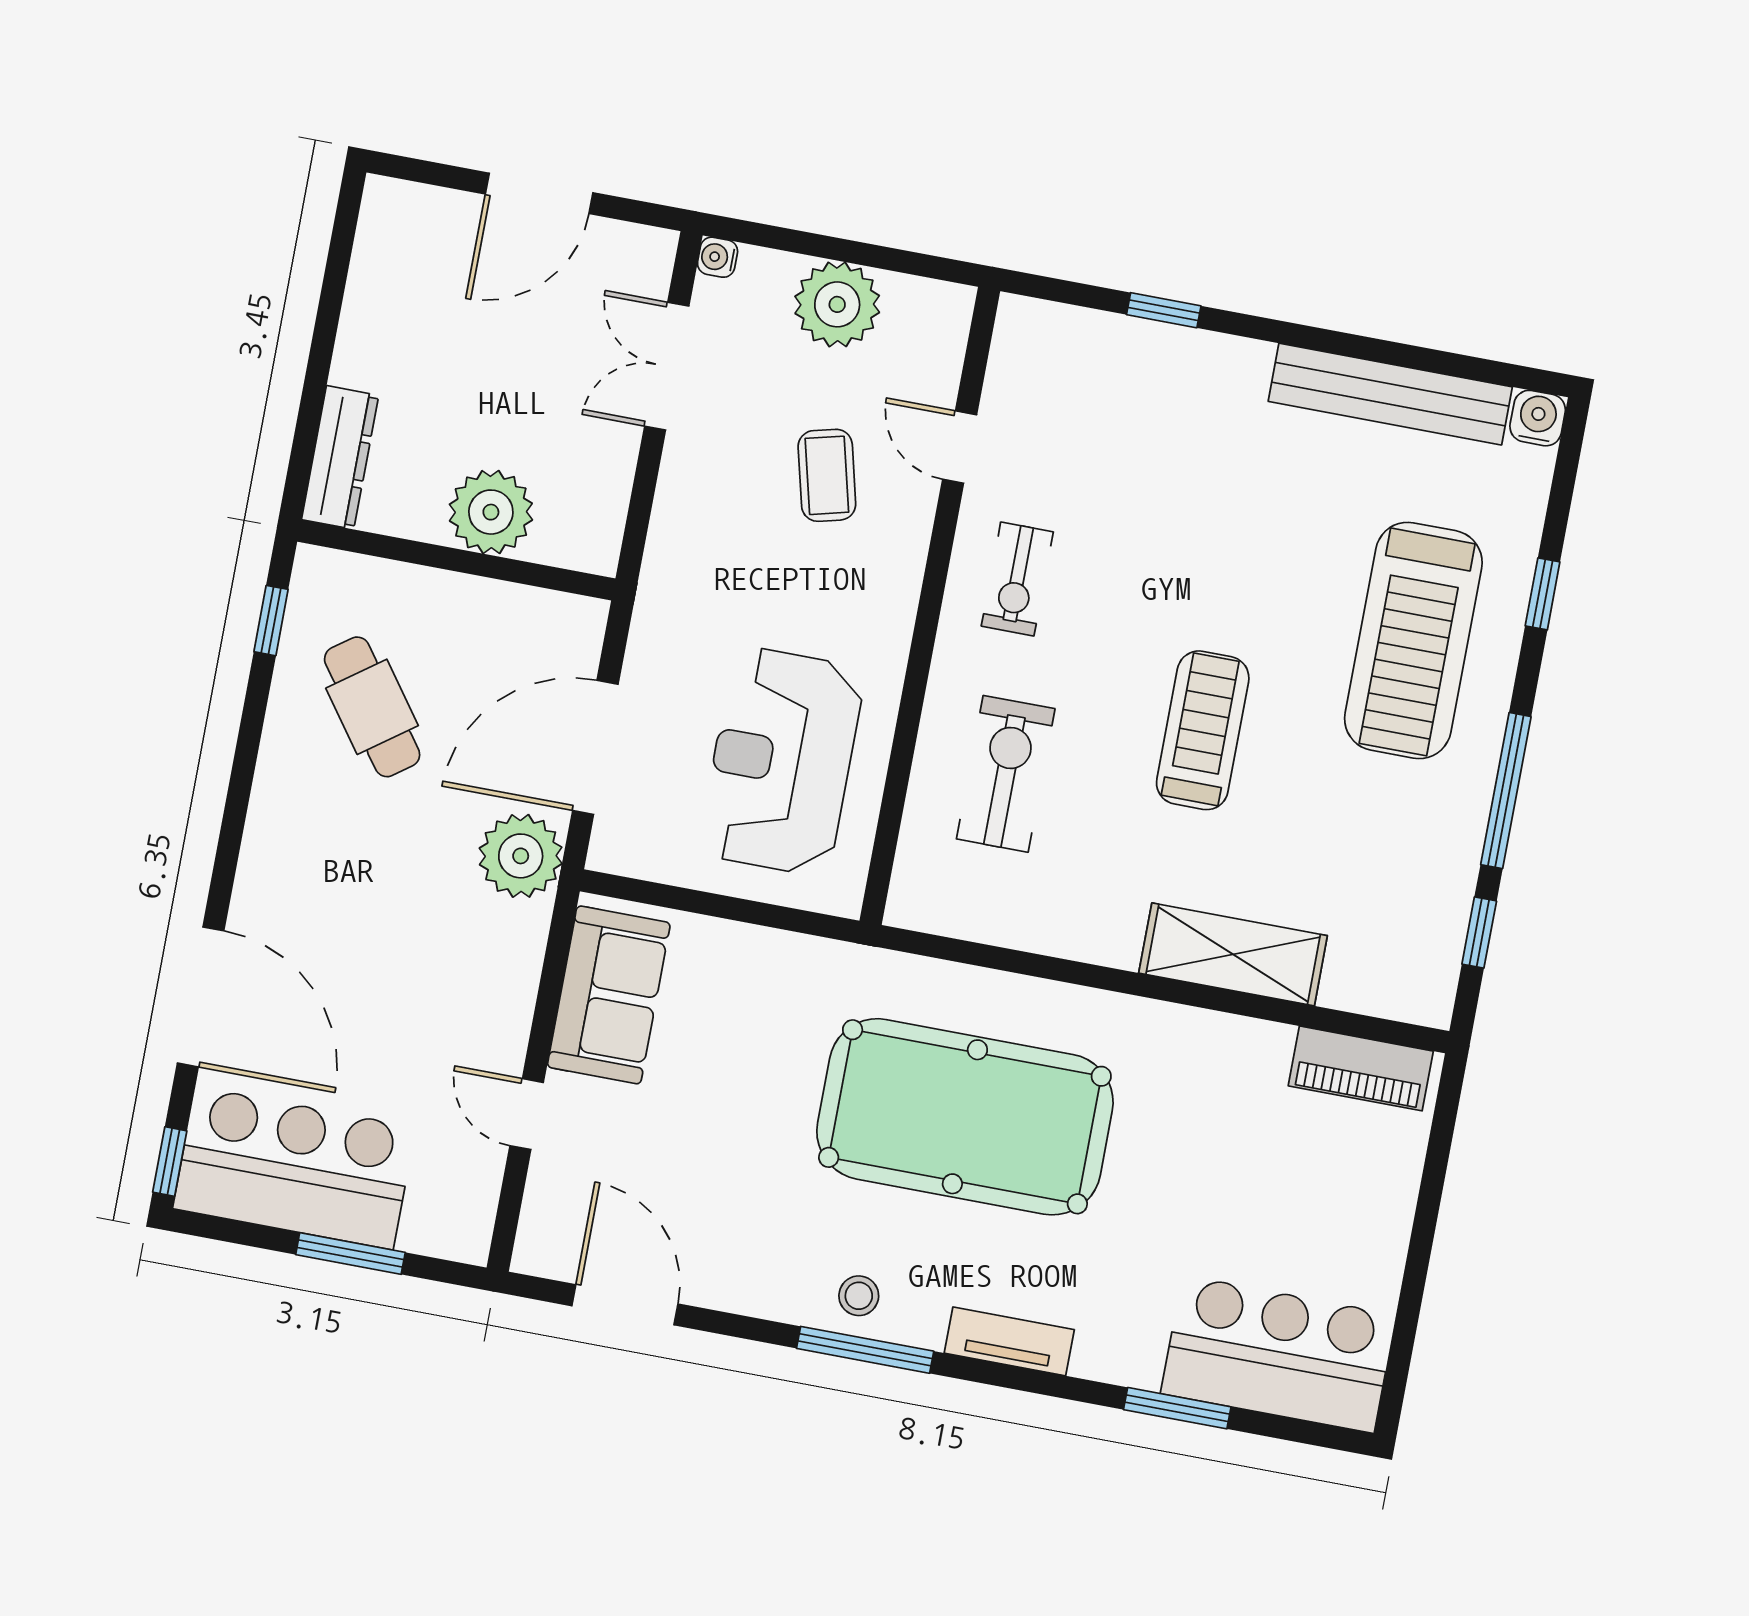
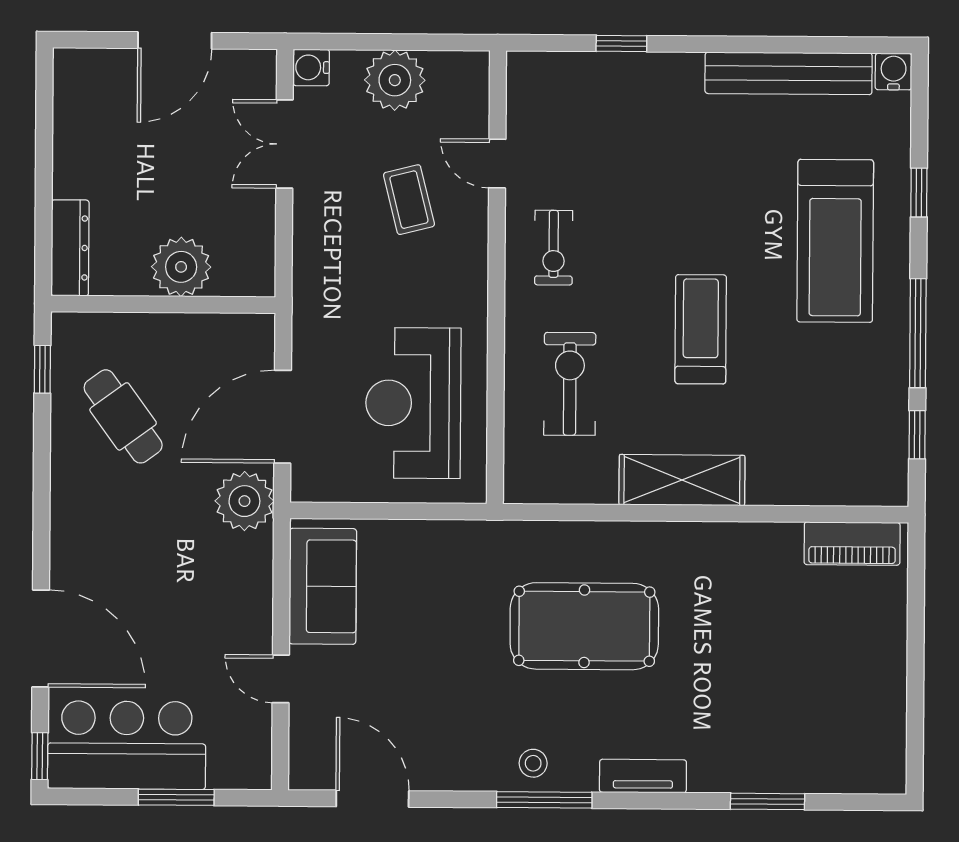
water cooler: (718, 257) -> (311, 67), width x1.38, depth x1.38
shelving: (1233, 954) -> (682, 480), moved
pool table: (965, 1117) -> (584, 626), width x0.73, depth x0.76
bar counter: (1278, 1354) -> (831, 751), removed

